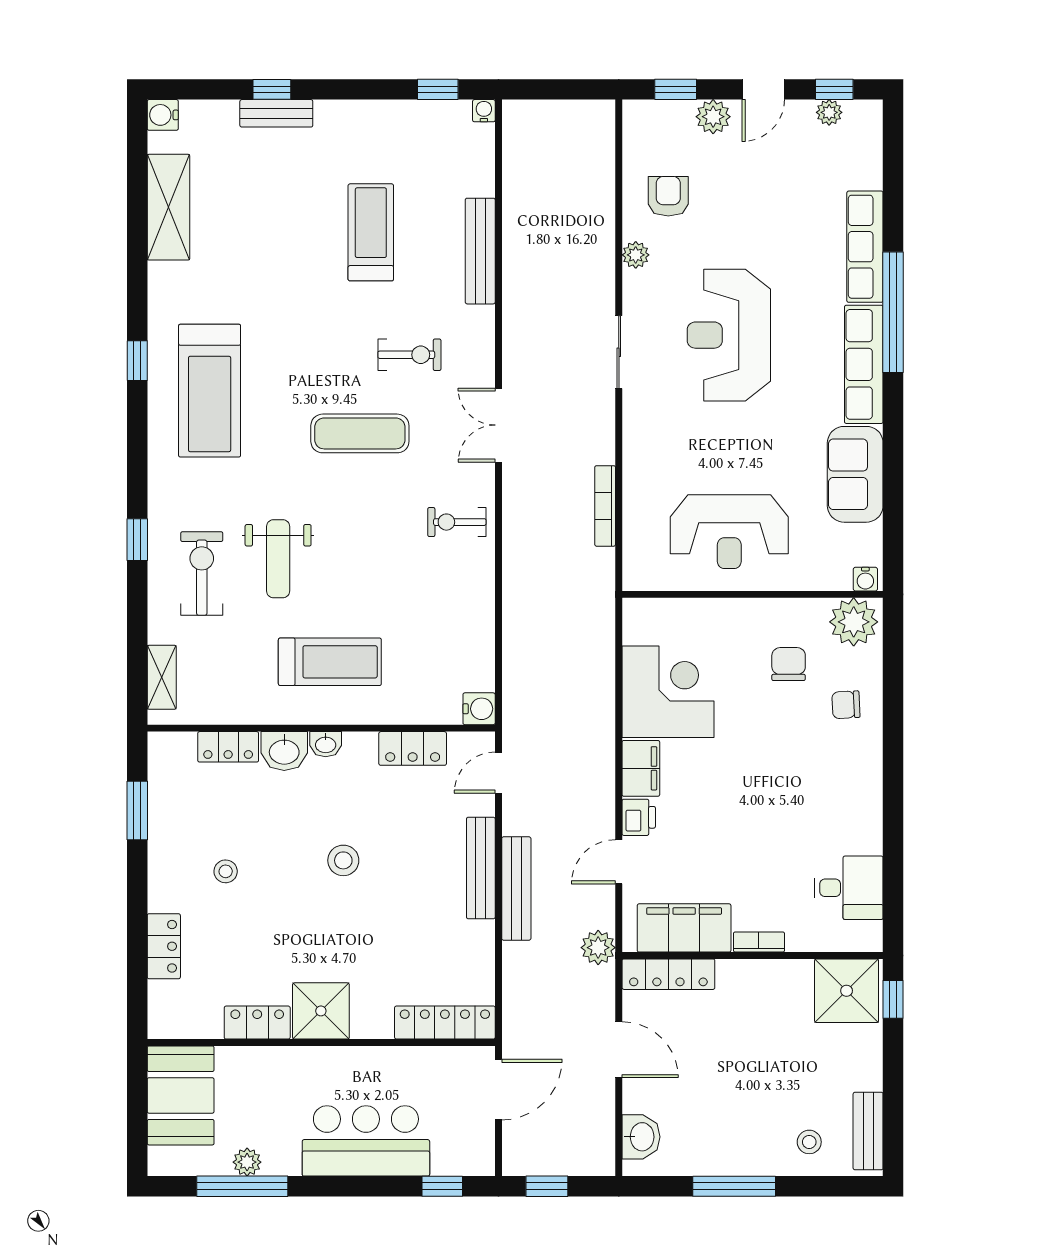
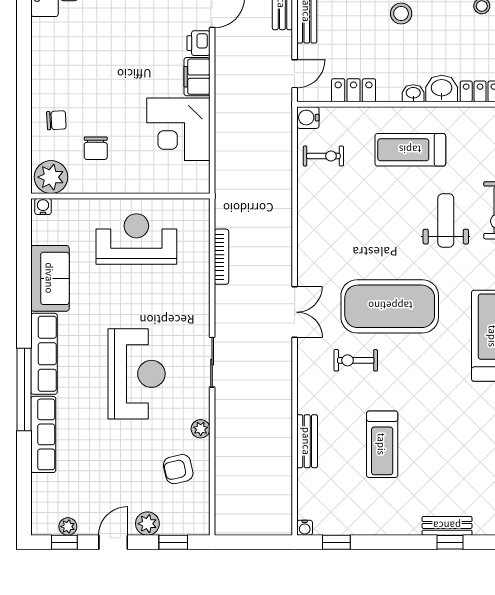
armchair: (668, 196) -> (178, 469), turned 77
bench: (480, 251) -> (307, 441), width x0.73
exercise mat: (360, 433) -> (390, 306), width x2.00, depth x1.45
exercise bike: (457, 522) -> (323, 156), moved

